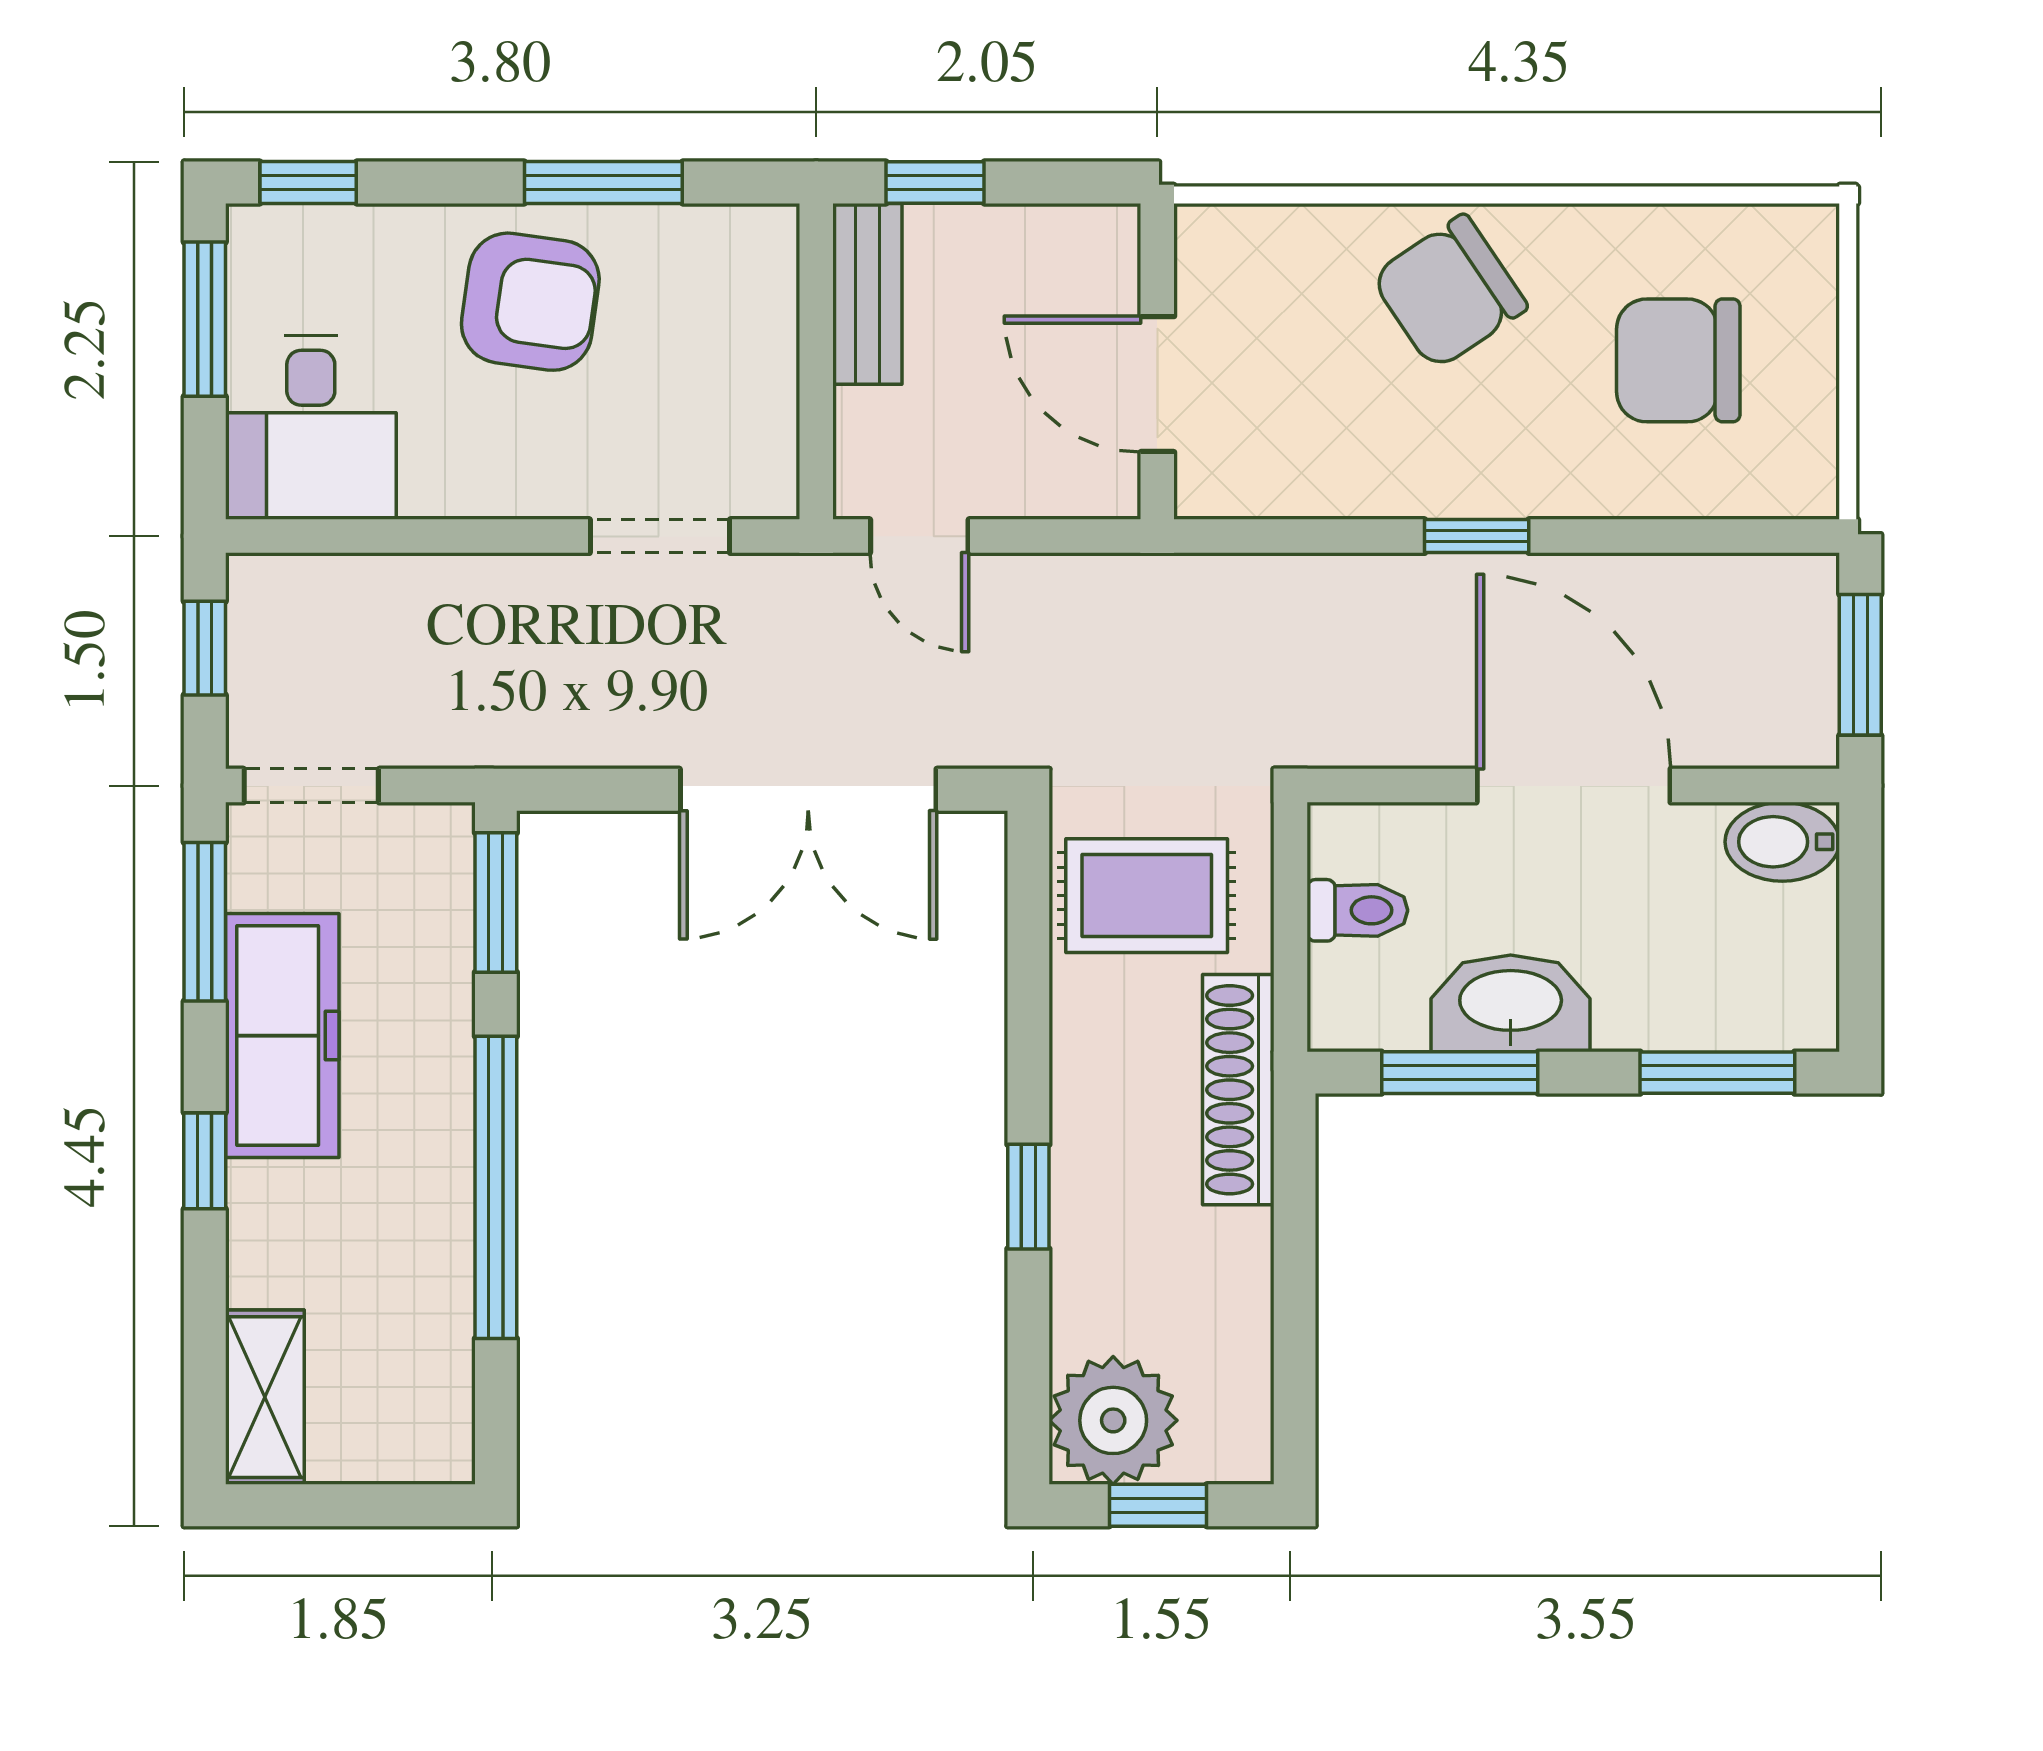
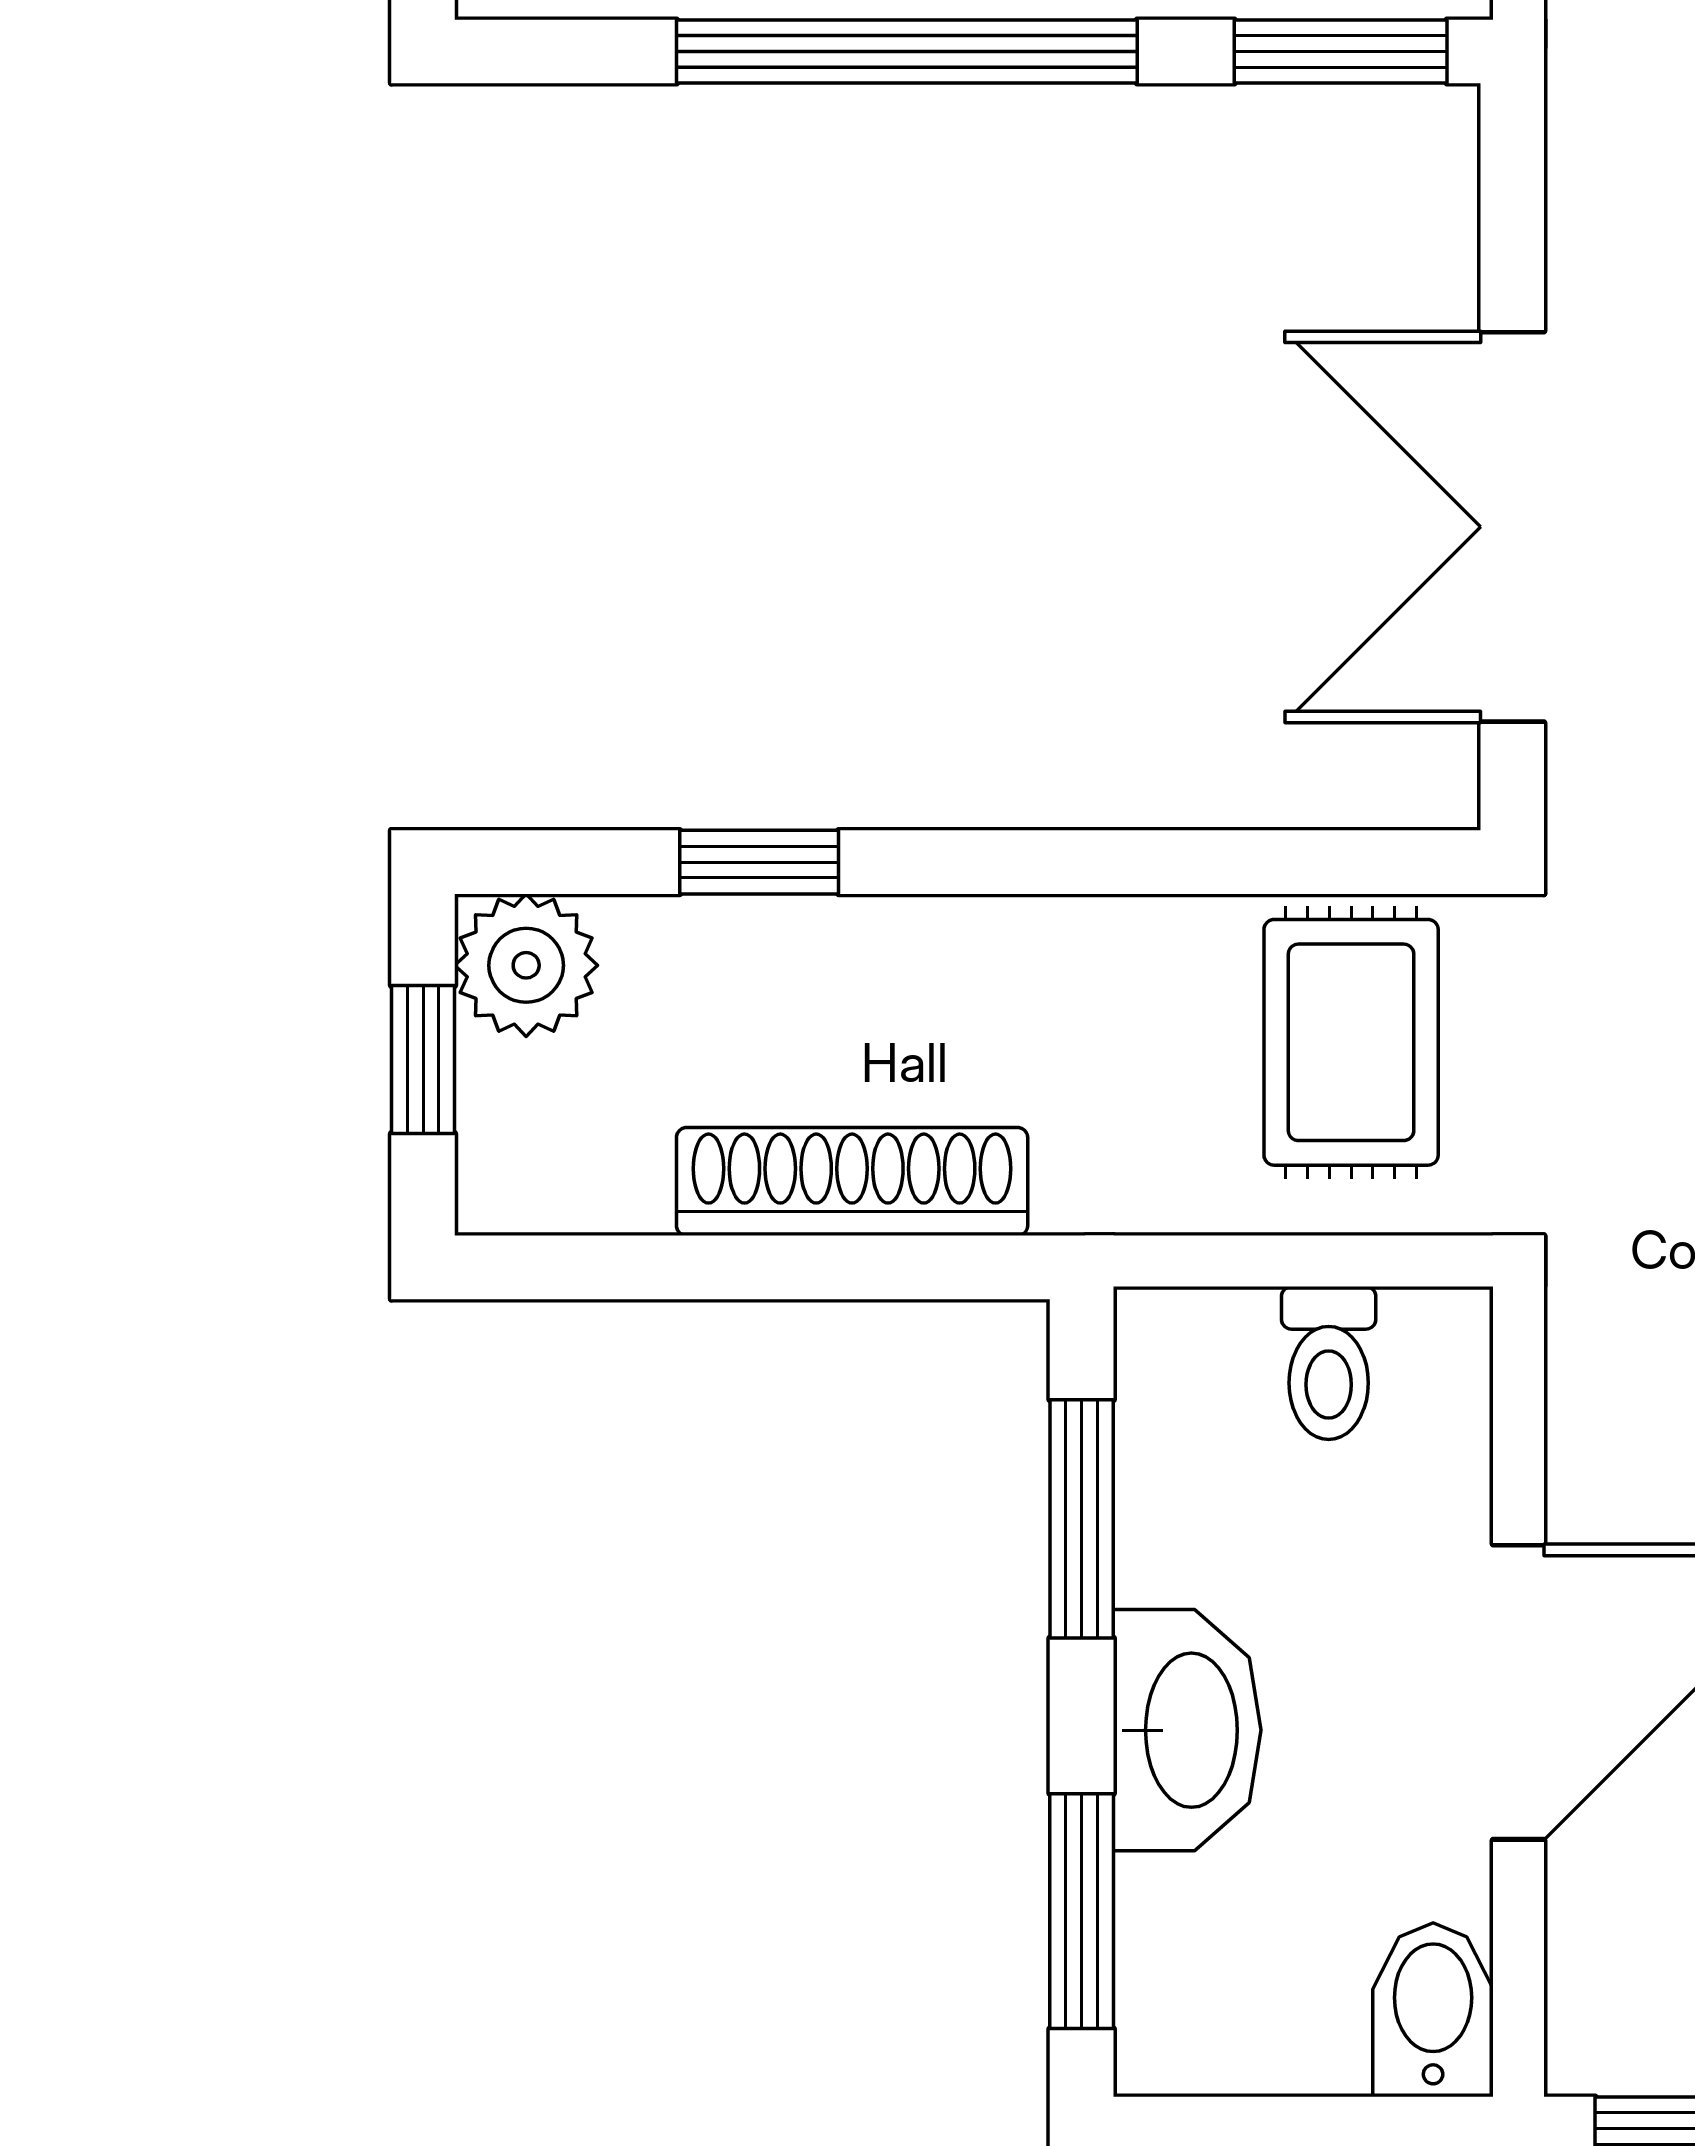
washbasin: (1511, 1003) -> (1187, 1730), moved
shoe rack: (1238, 1090) -> (852, 1182), moved
window: (1028, 1197) -> (759, 862), moved
plant: (1113, 1420) -> (526, 965), width x0.73, depth x0.73

